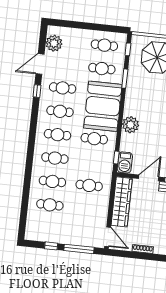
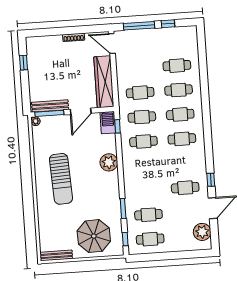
booth: (103, 106) -> (141, 176), removed
cafe table: (60, 111) -> (142, 117), moved

